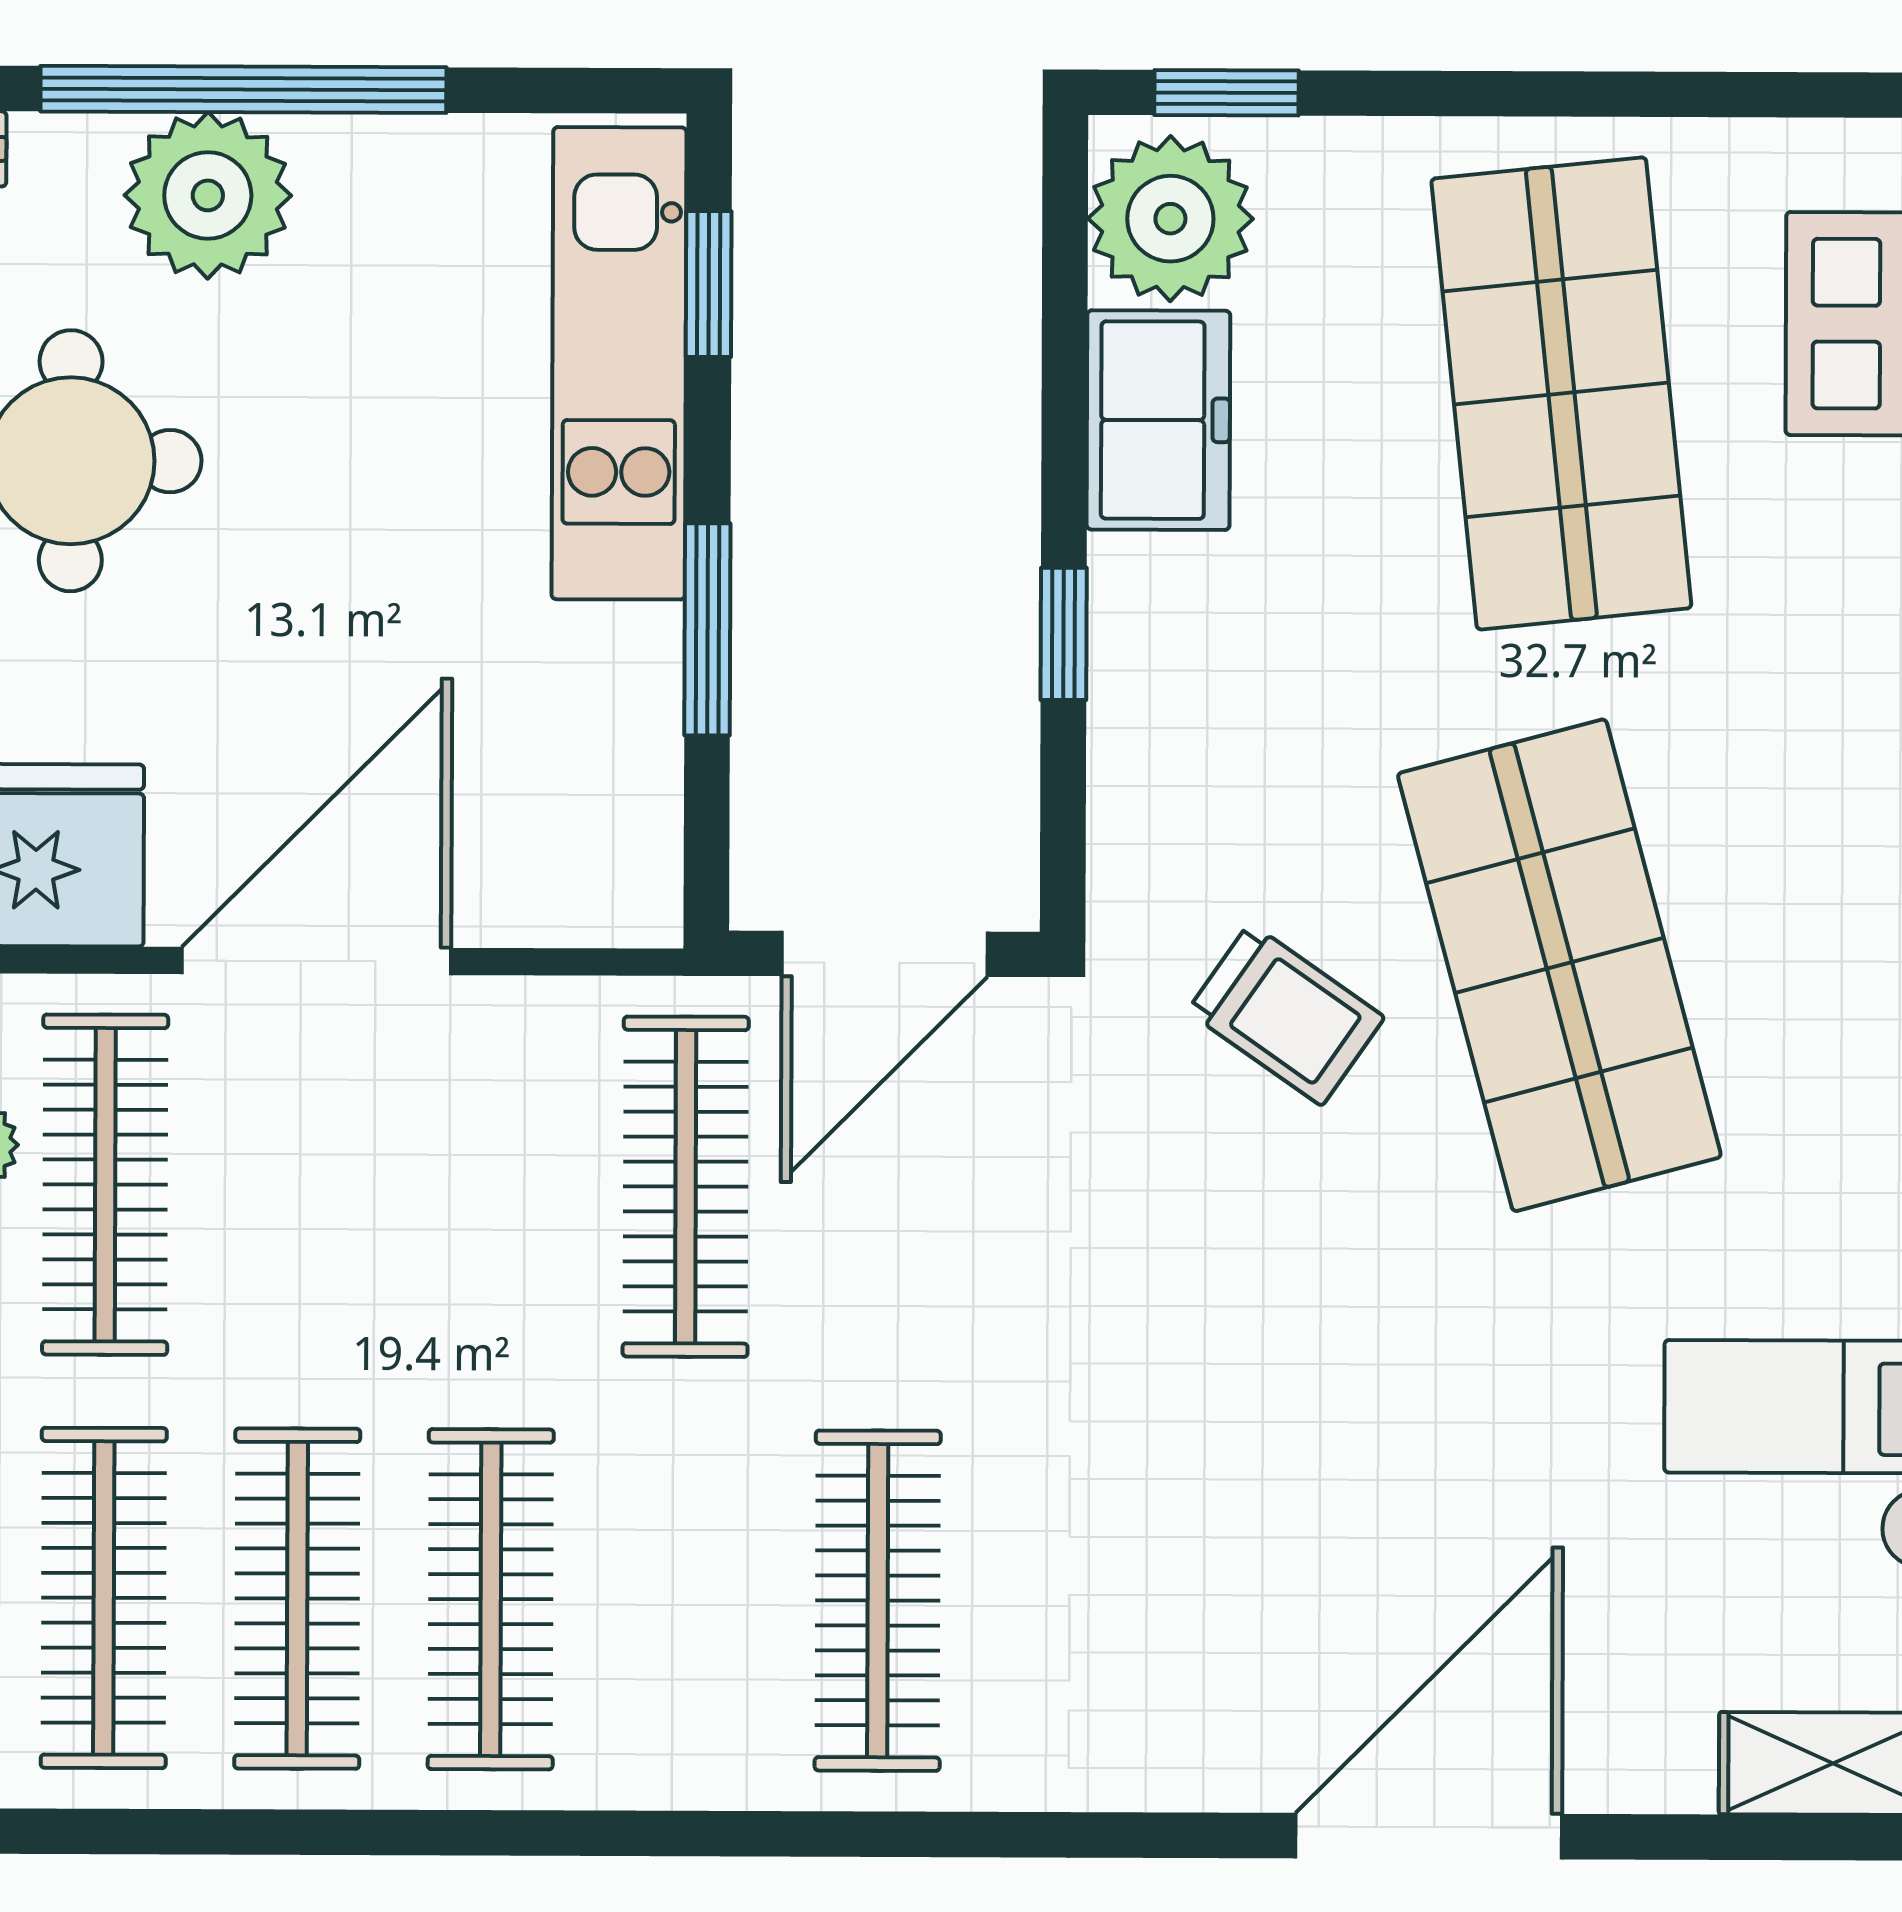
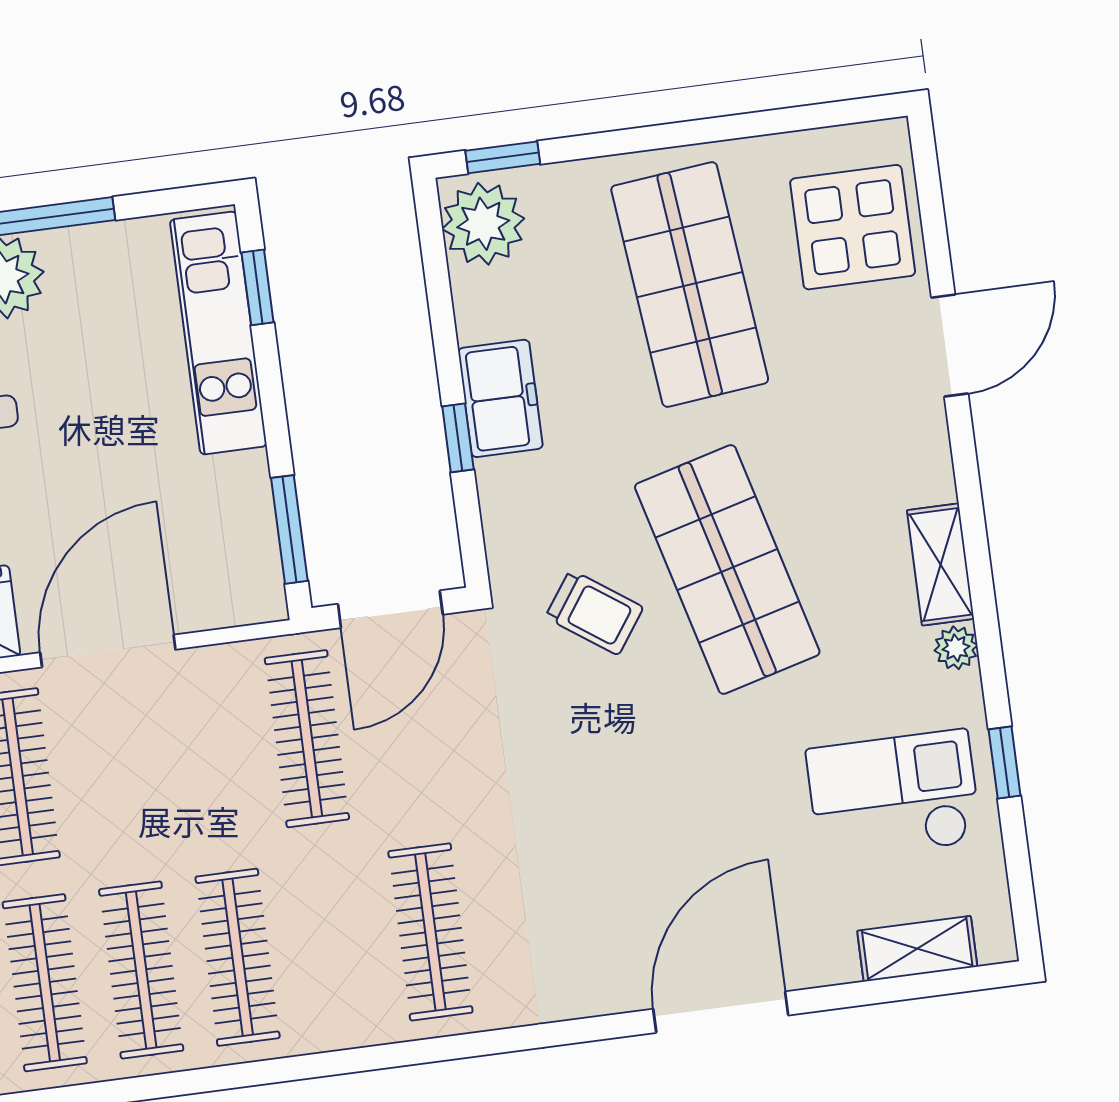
freezer: (1158, 420) -> (500, 398), moved
window: (707, 629) -> (289, 529), moved

